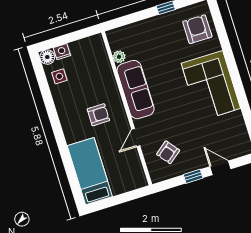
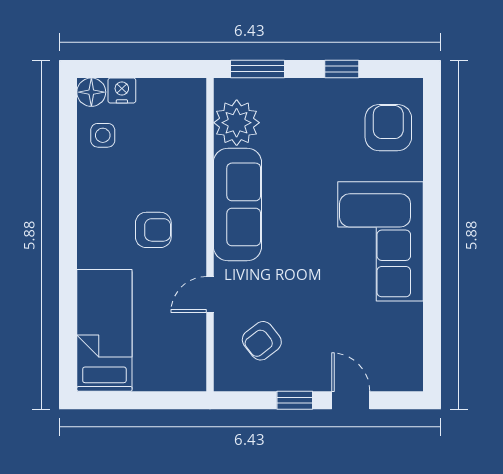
window: (125, 20) -> (258, 69), added
plant: (119, 57) -> (237, 123), width x1.88, depth x1.88

